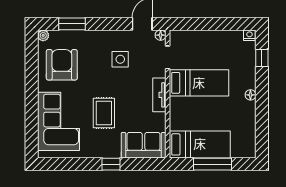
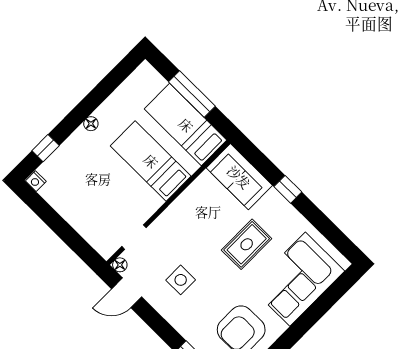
bed: (199, 83) -> (151, 161), moved
tv unit: (159, 95) -> (177, 209), removed

